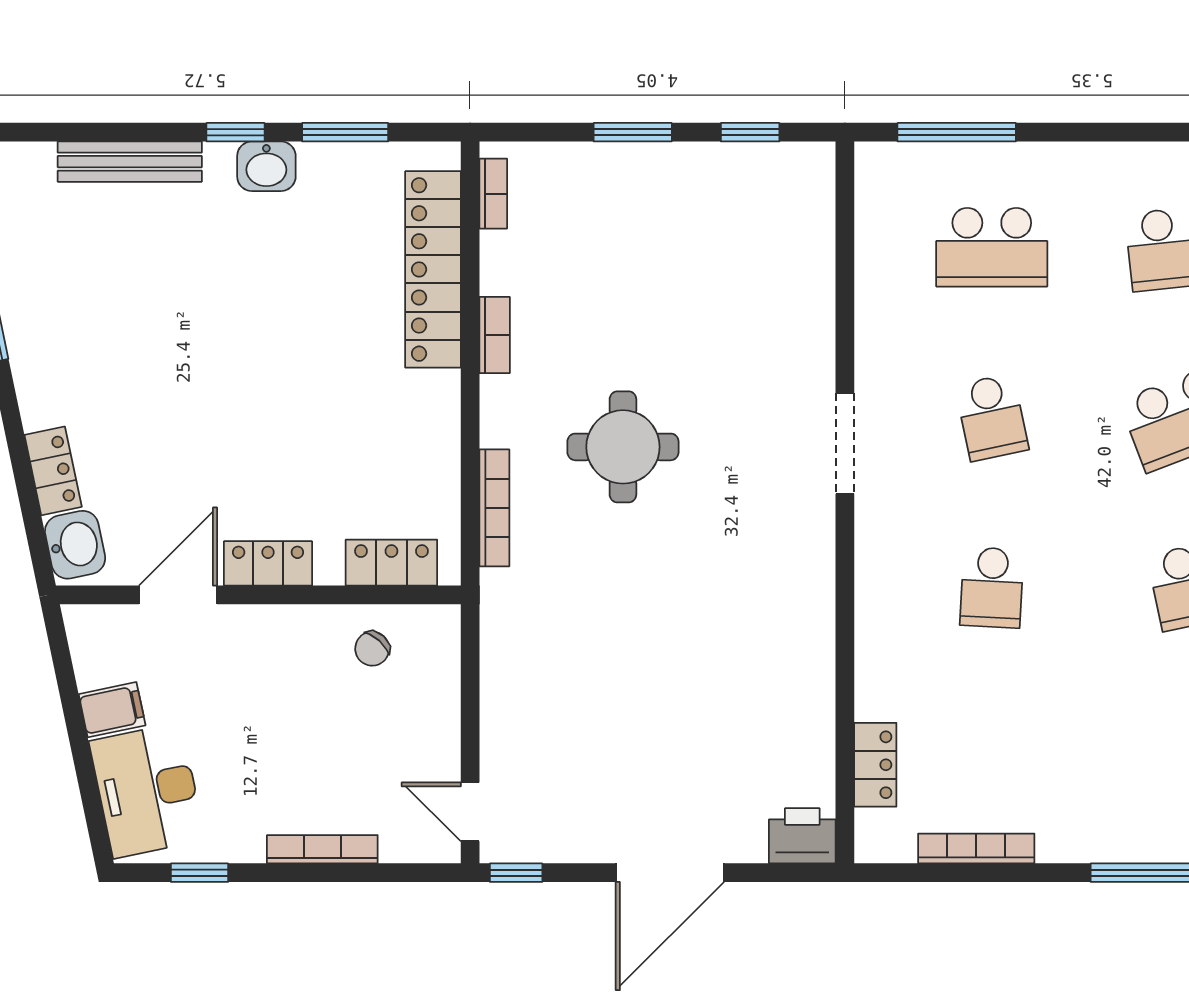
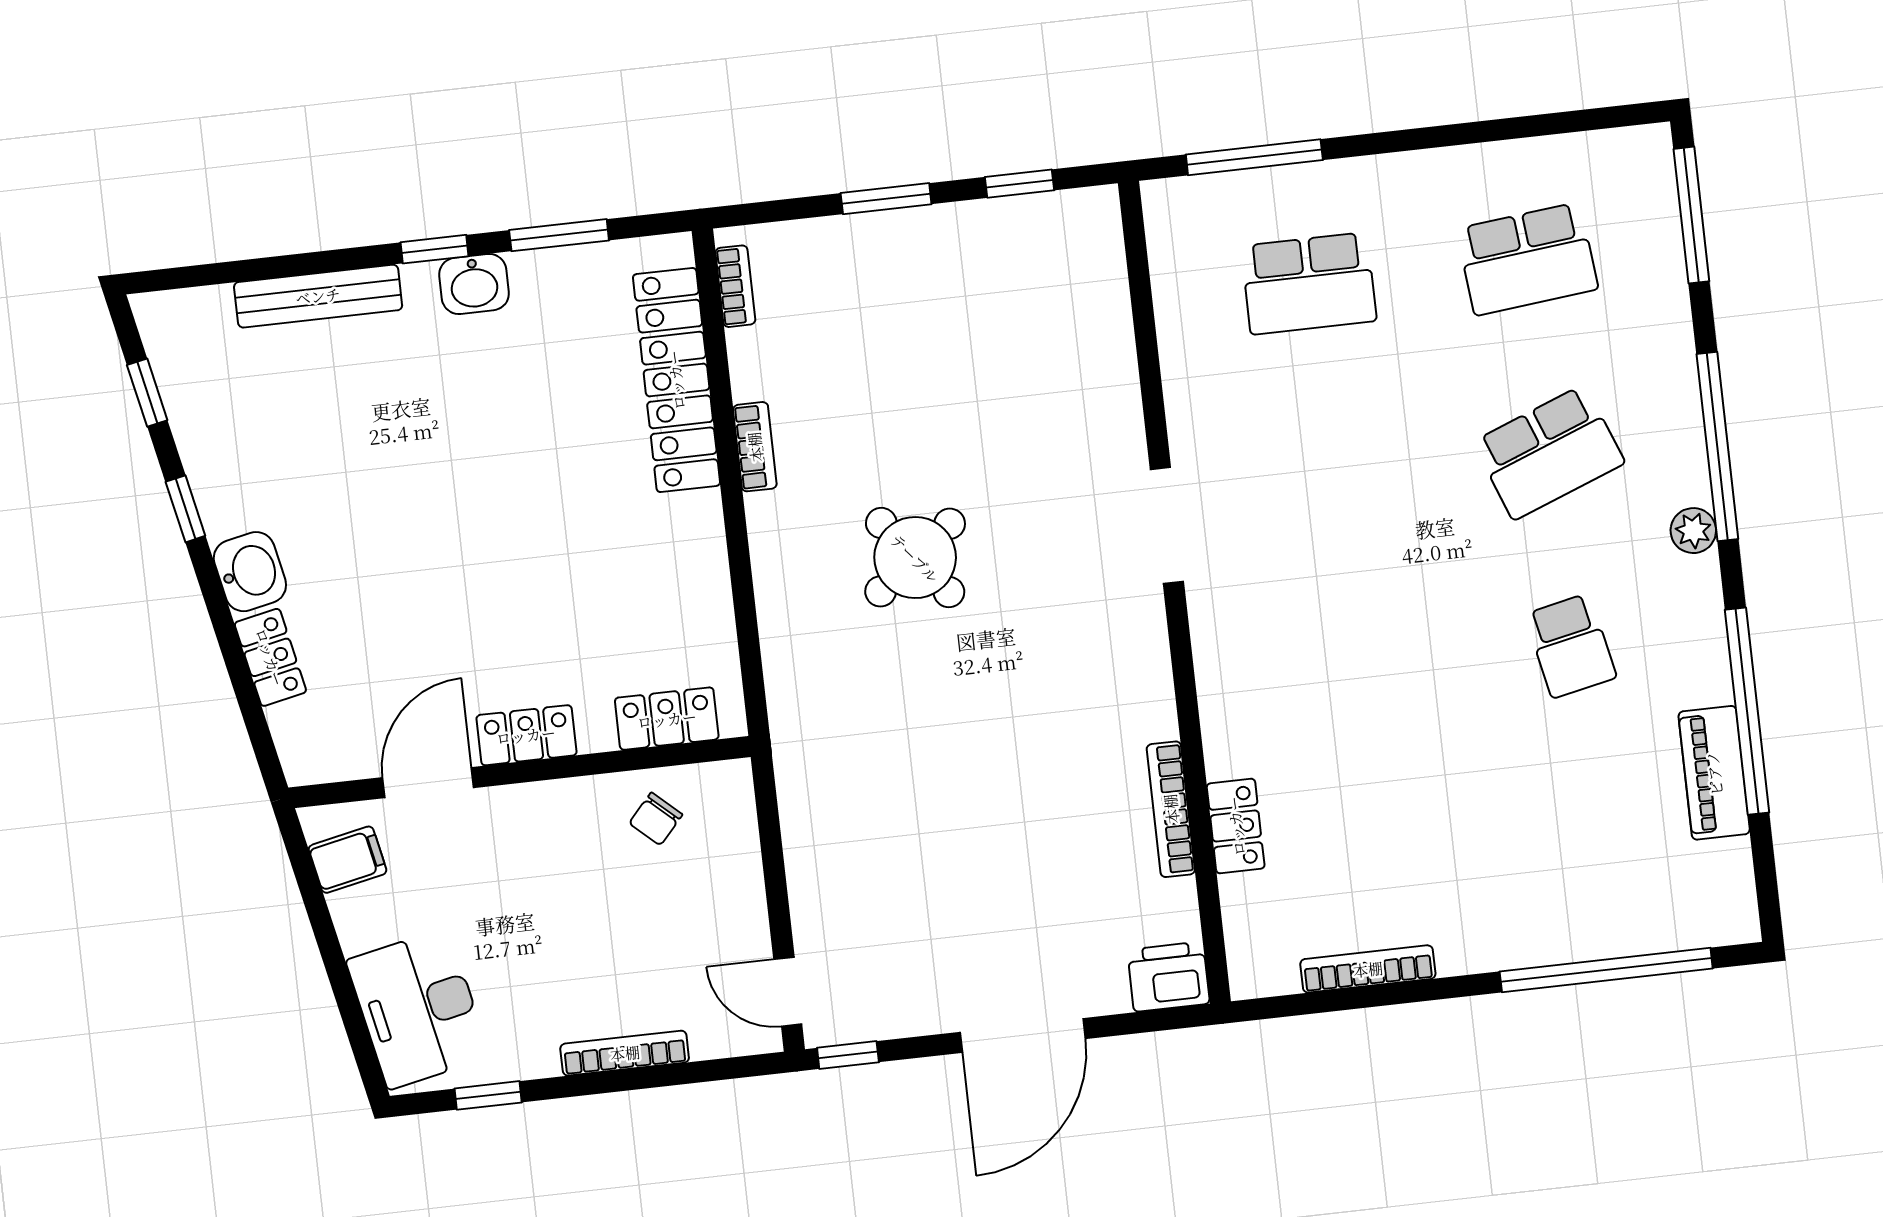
school desk: (992, 417) -> (1331, 477), removed
round table: (623, 447) -> (915, 558), turned -38
bookcase: (494, 508) -> (1171, 809), moved, turned 180
washbasin: (75, 545) -> (250, 572), moved
school desk: (992, 587) -> (1352, 670), removed
filing cabinet: (112, 710) -> (348, 860), moved
locker: (875, 765) -> (1236, 826), moved

